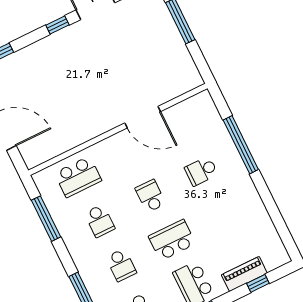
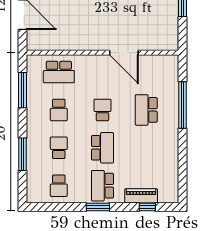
school desk: (201, 171) -> (146, 110), width x1.85
school desk: (172, 240) -> (102, 148), turned 90
school desk: (121, 265) -> (59, 148), turned 180

